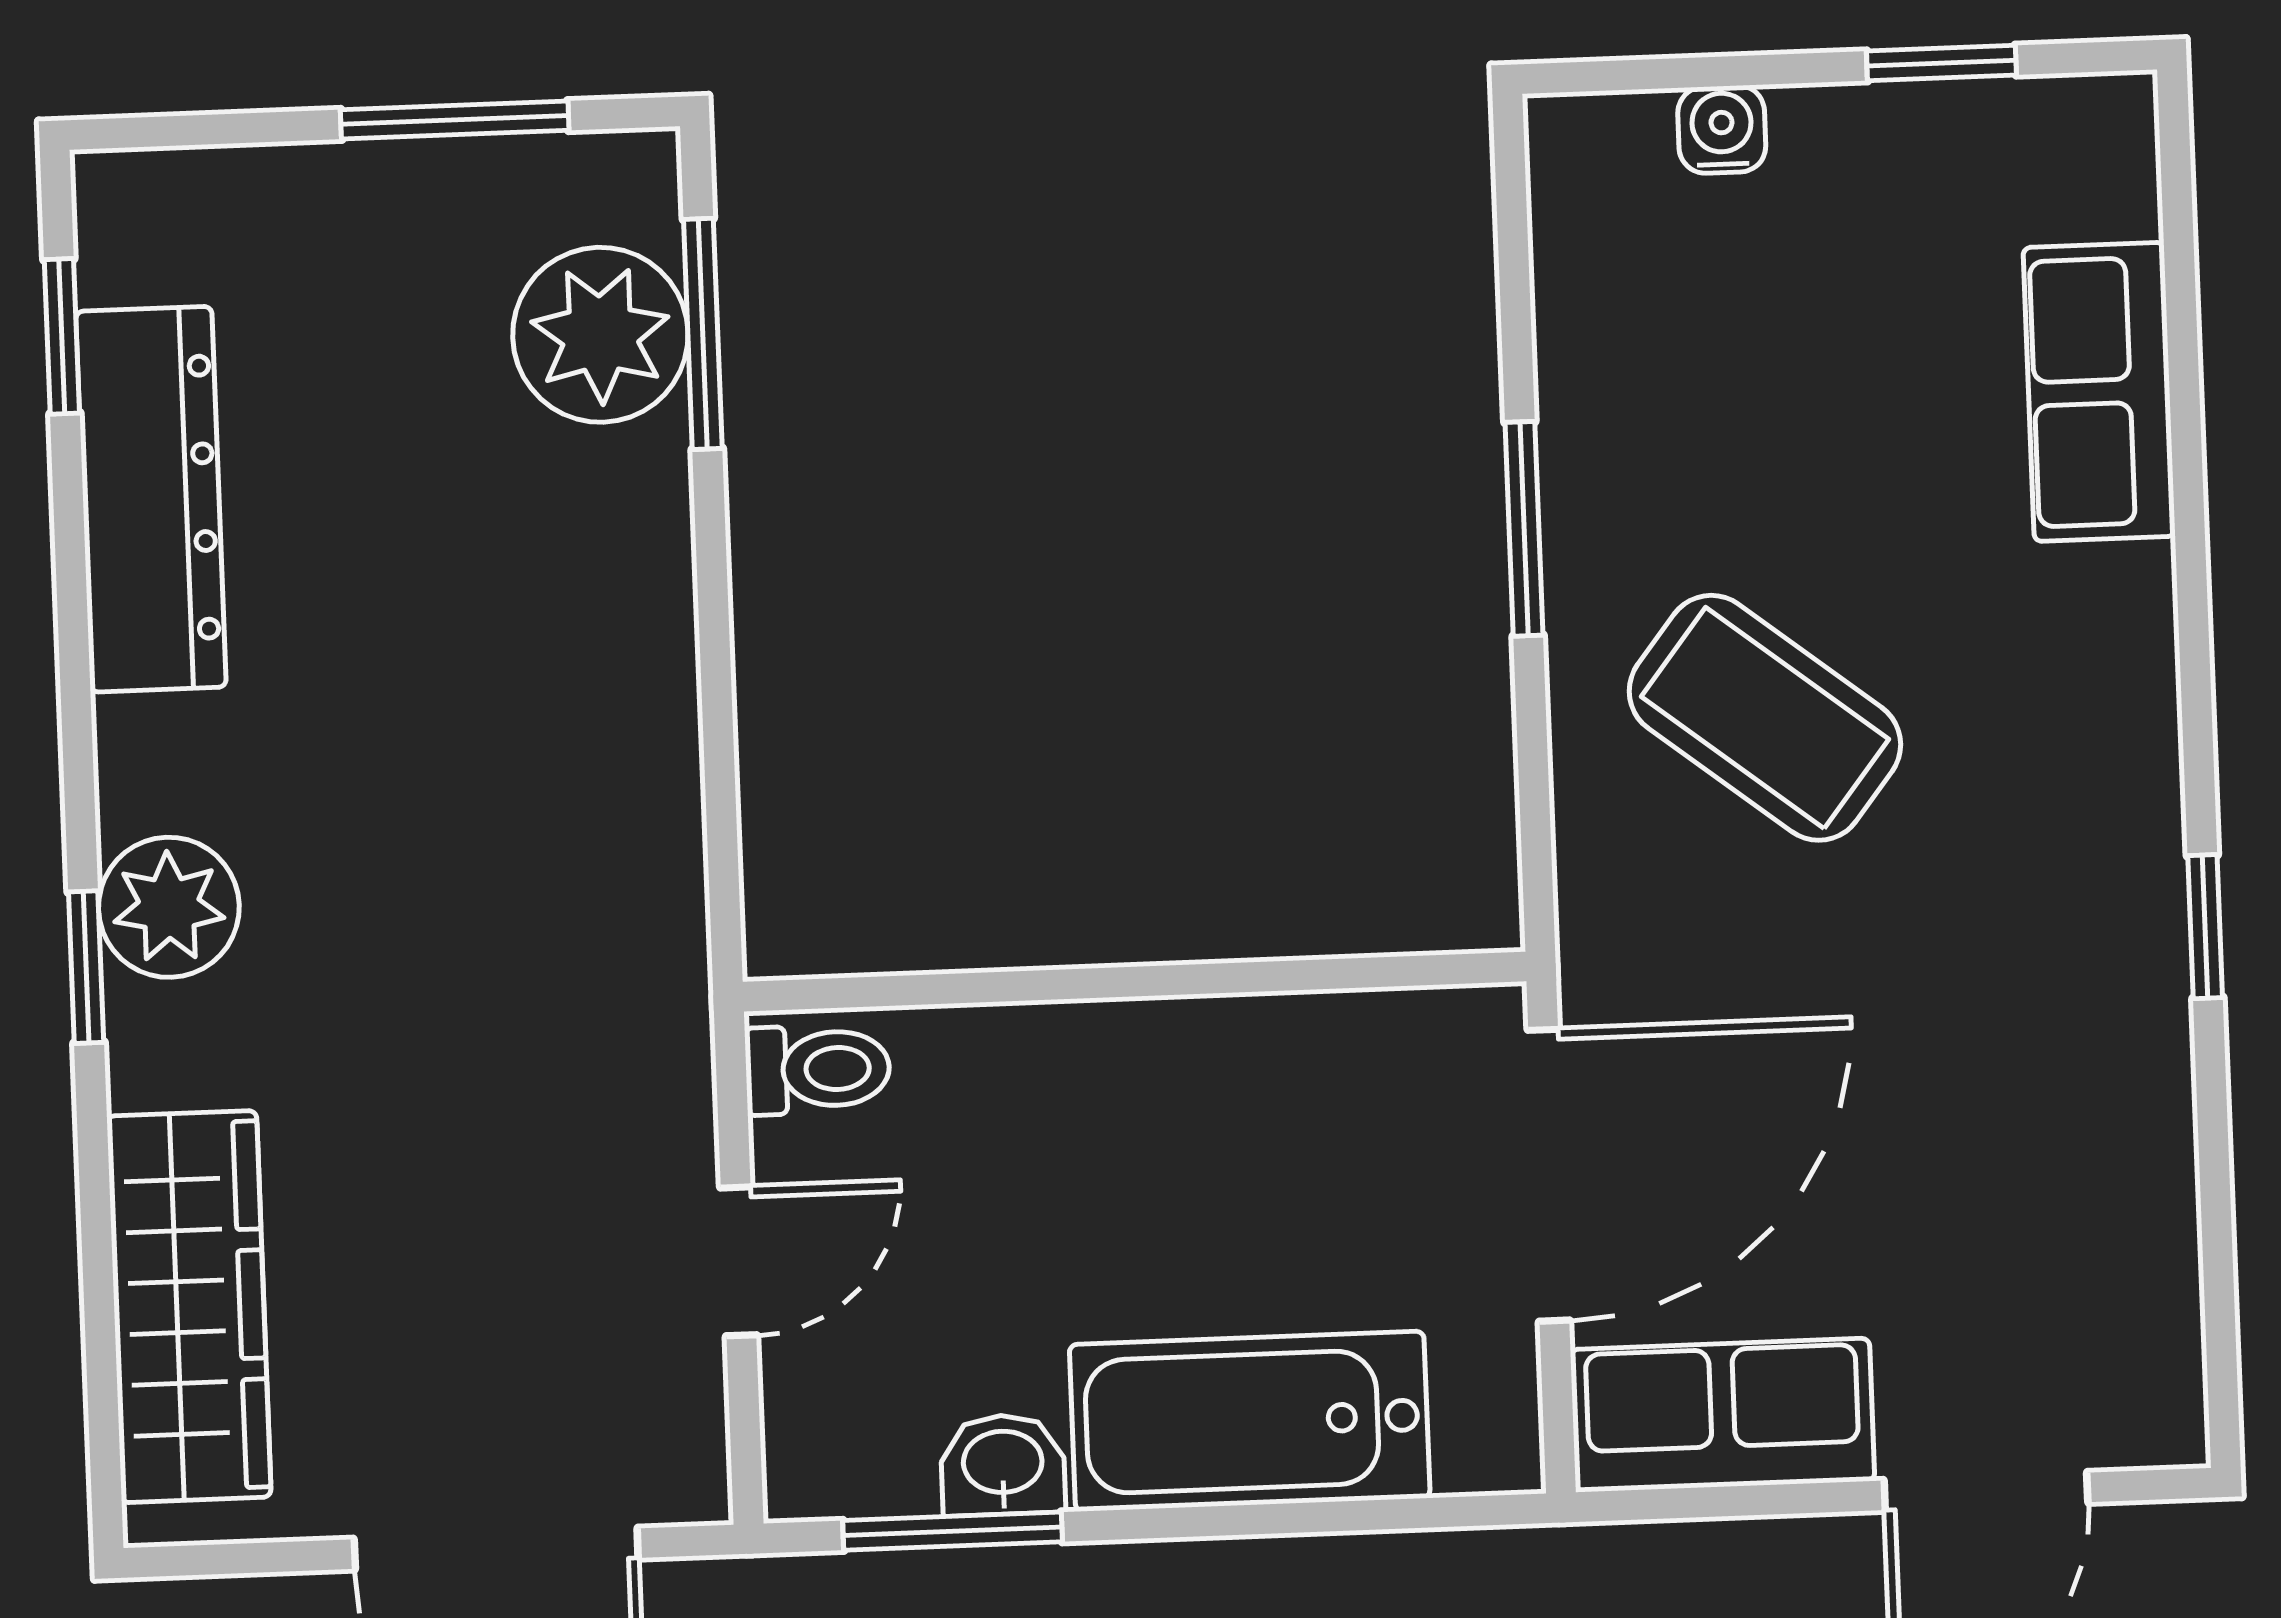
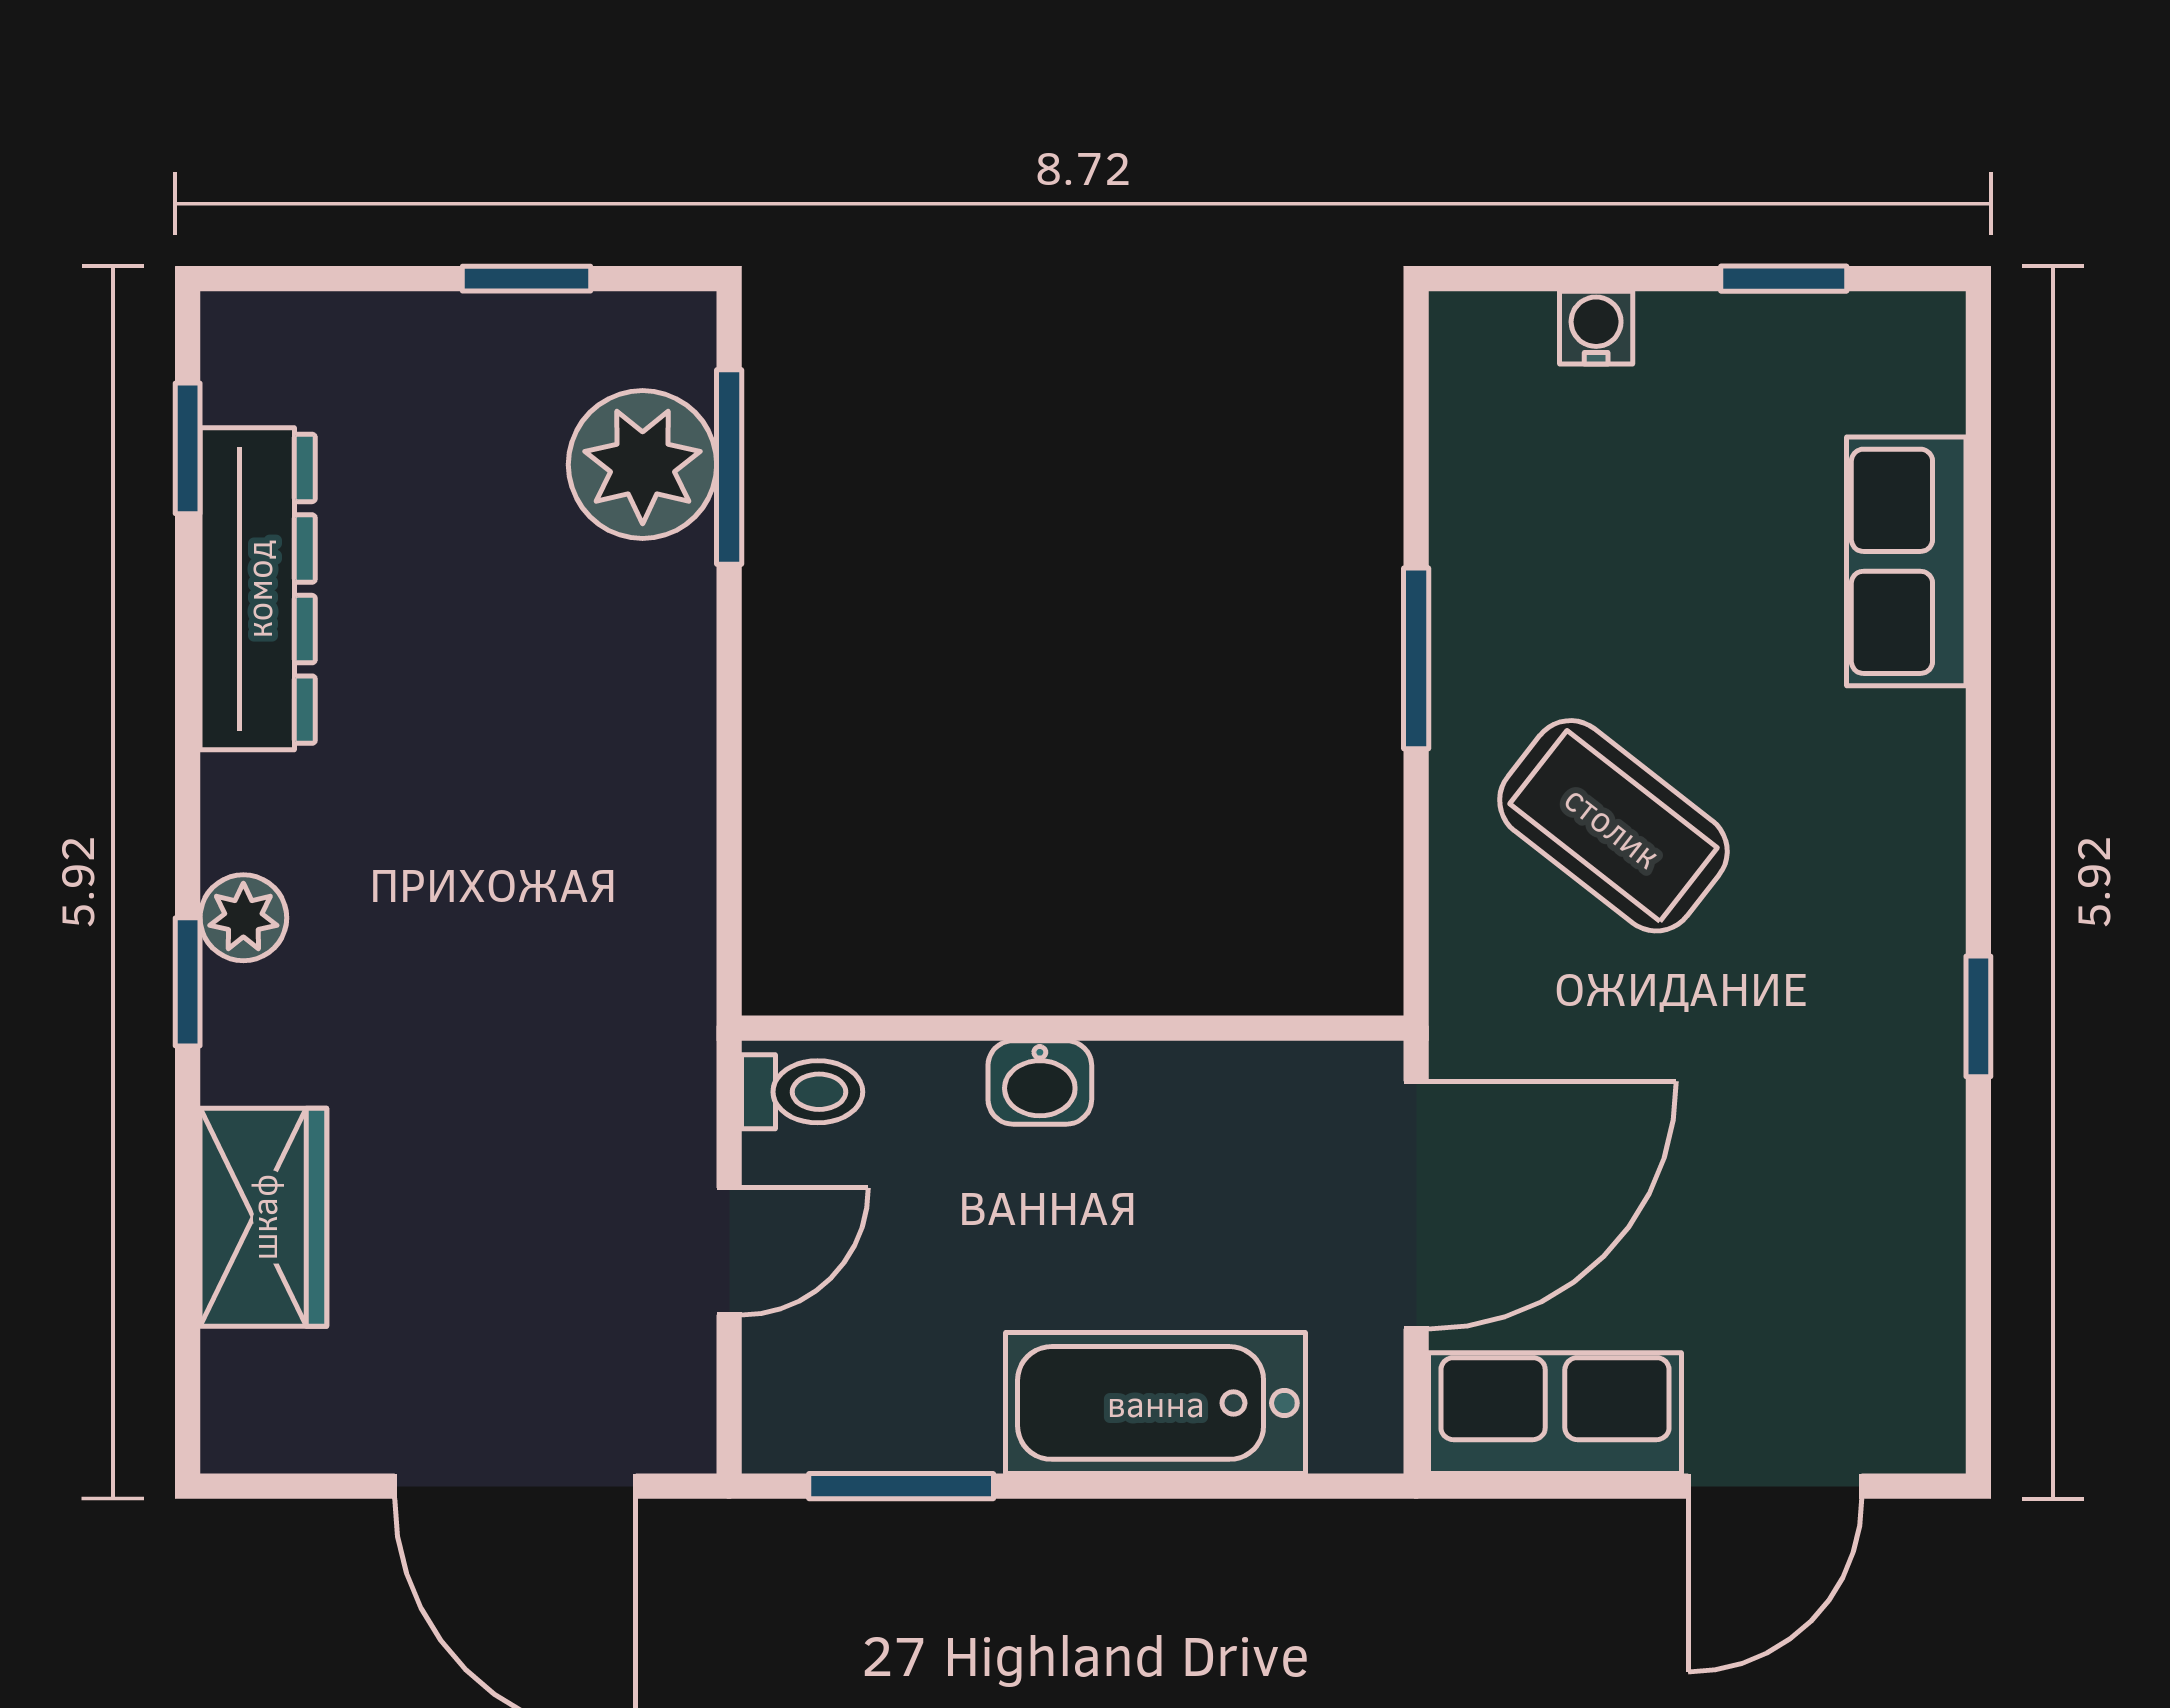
window: (455, 120) -> (526, 279), width x0.67
plant: (169, 907) -> (243, 918), width x0.73, depth x0.73
wardrobe: (189, 1307) -> (263, 1217), width x0.67
washbasin: (1003, 1465) -> (1040, 1082), moved, turned 180

